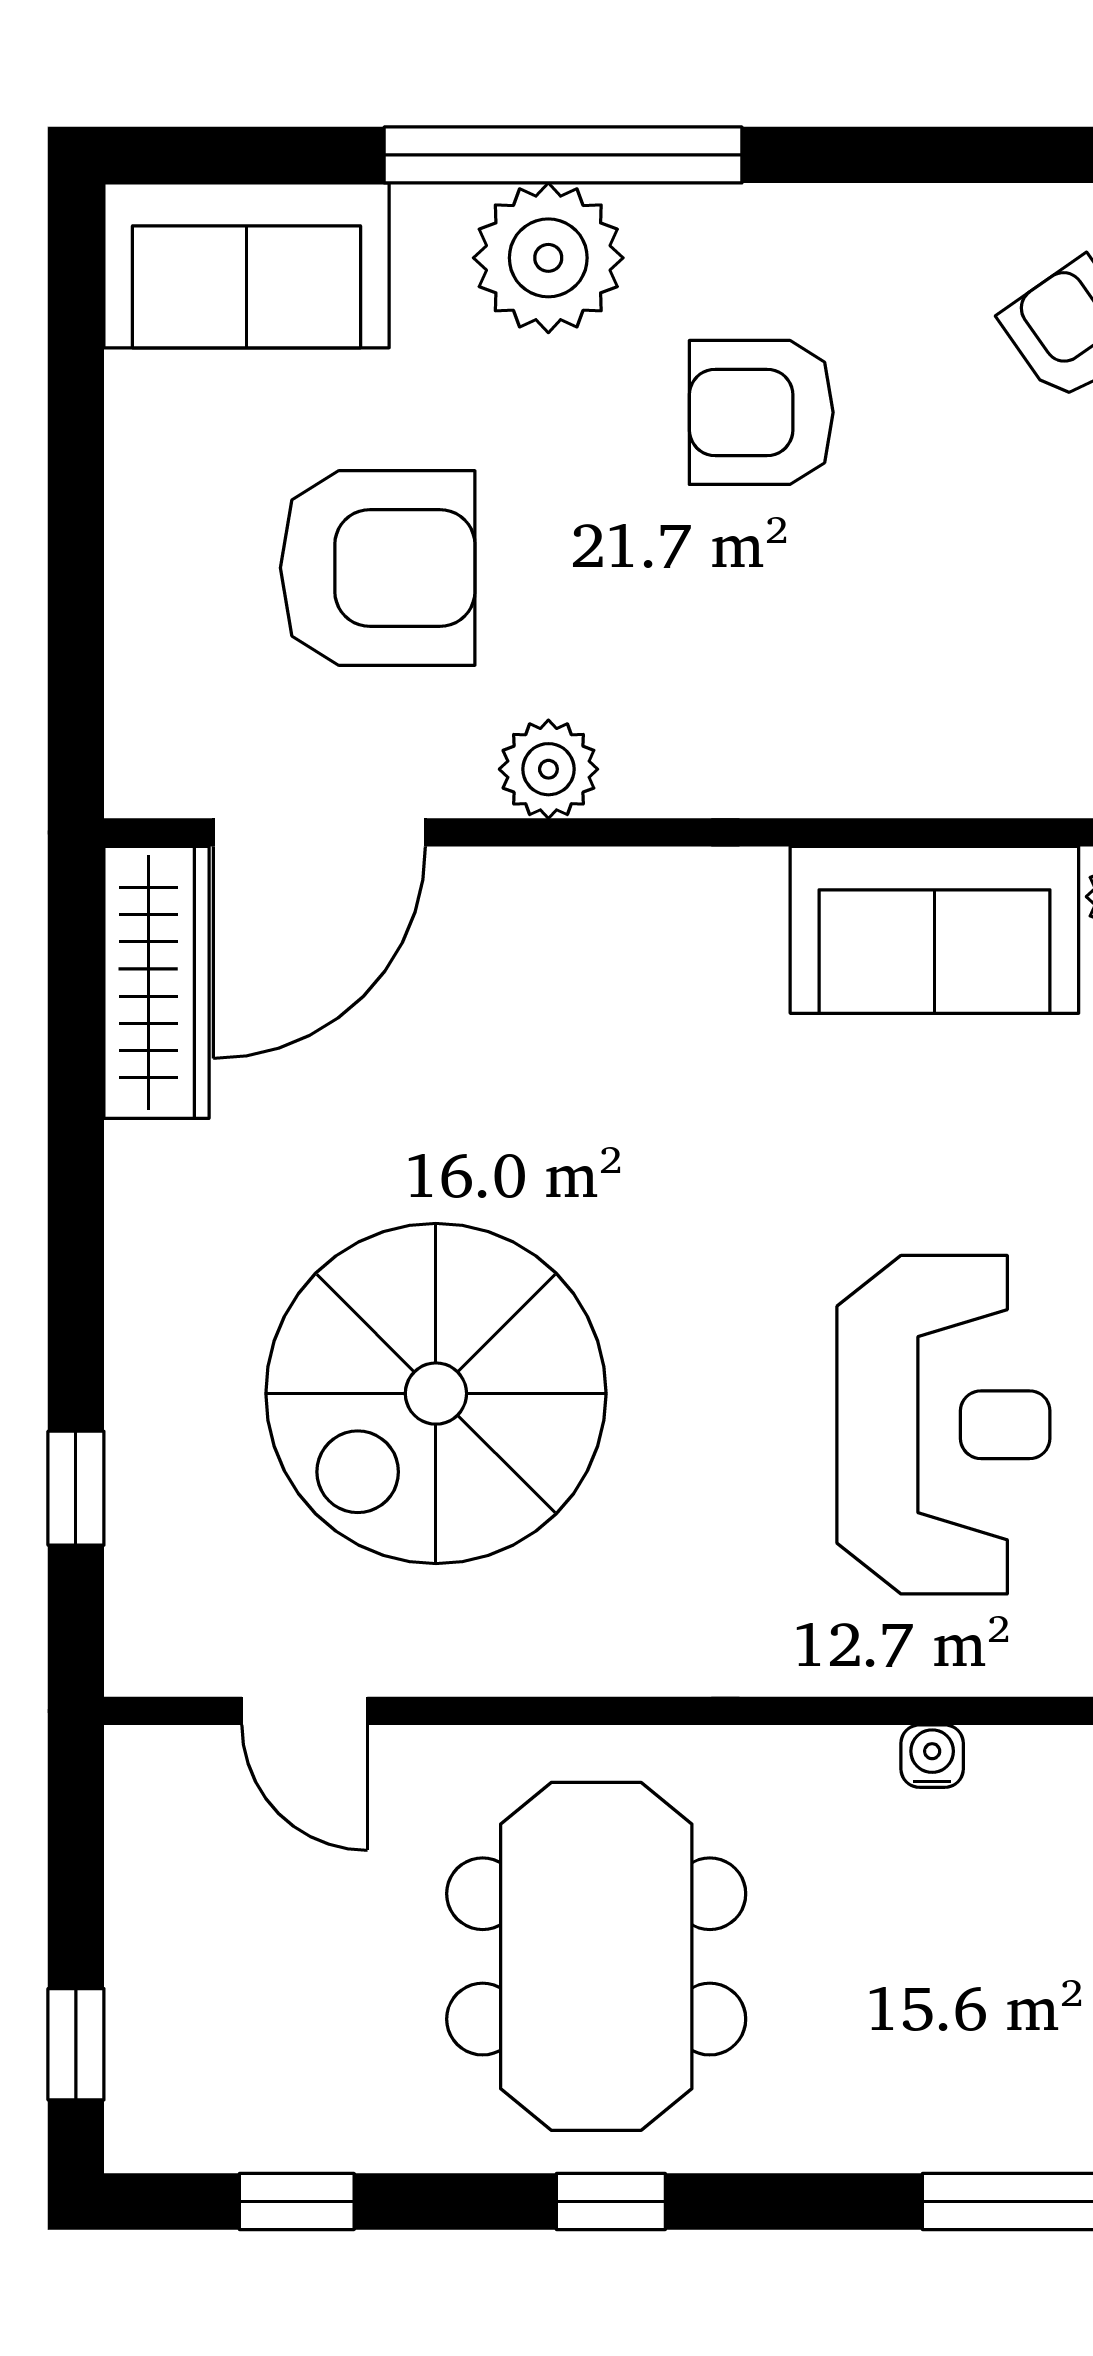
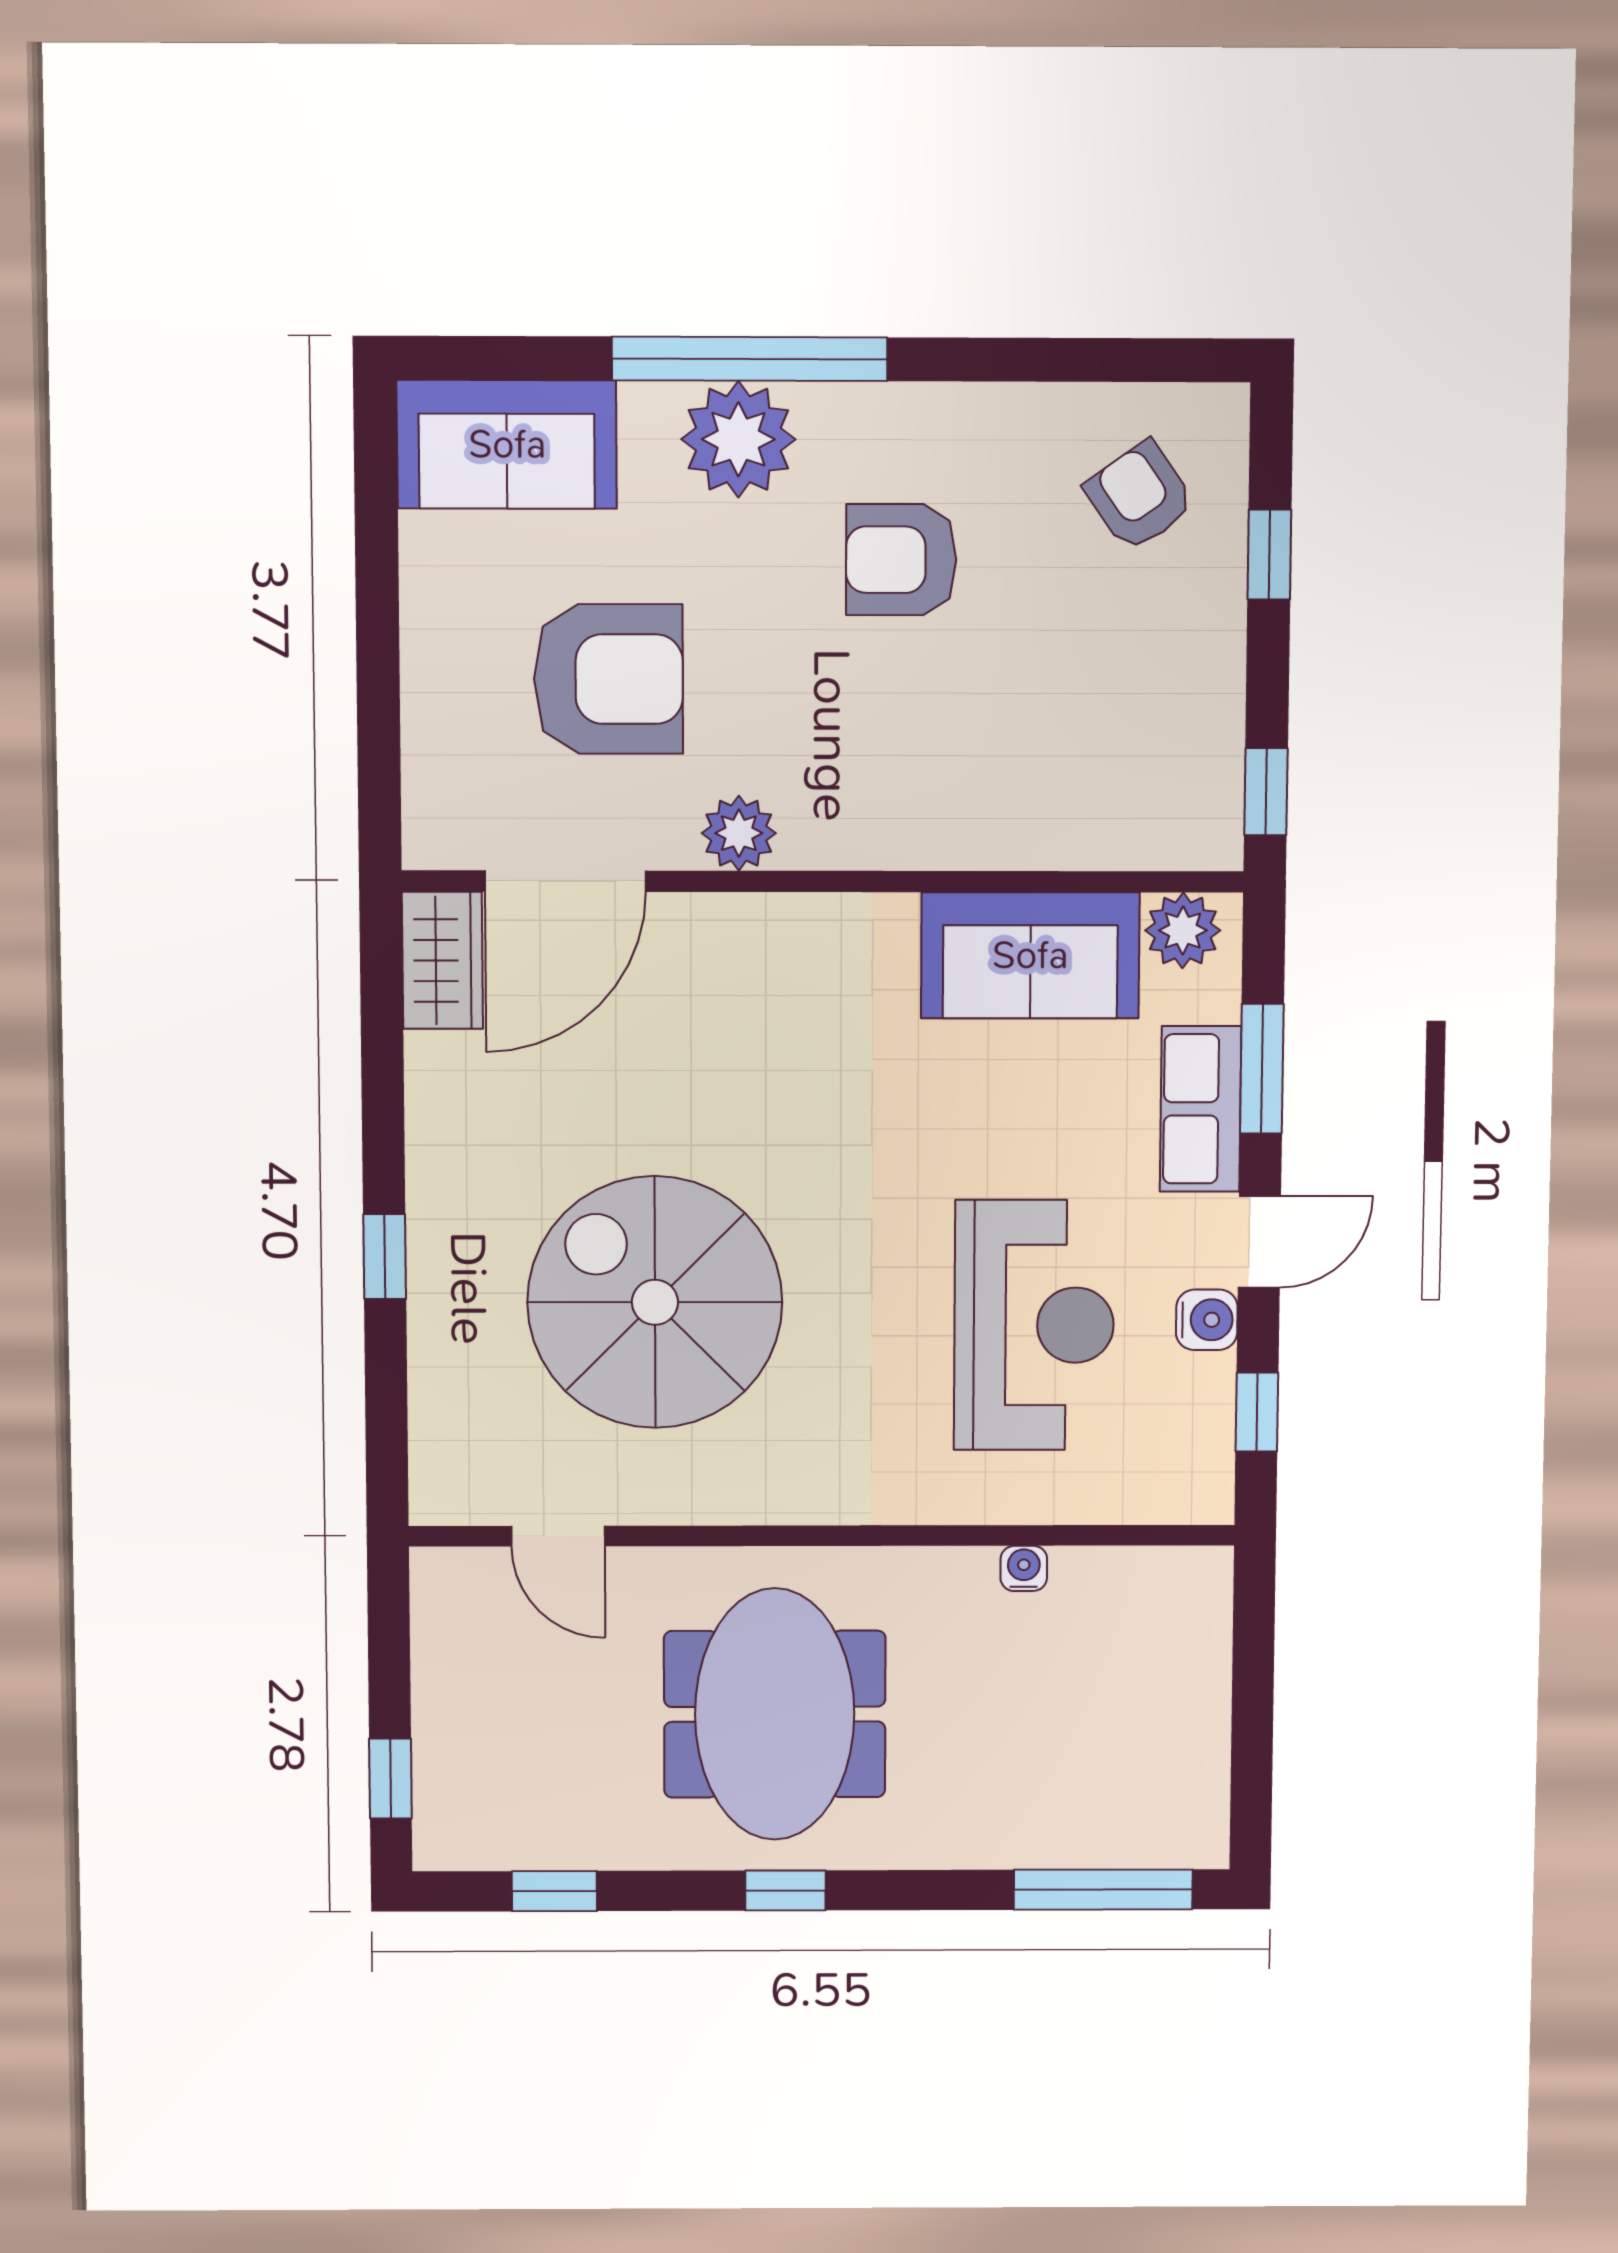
wardrobe: (157, 982) -> (442, 960), width x0.67
spiral stairs: (436, 1394) -> (655, 1302), turned 90
window: (76, 1488) -> (385, 1257), moved

